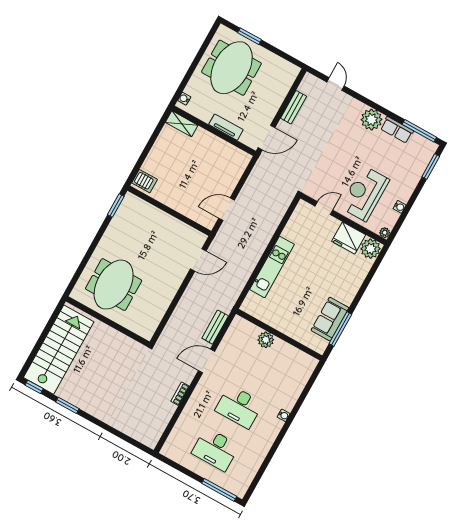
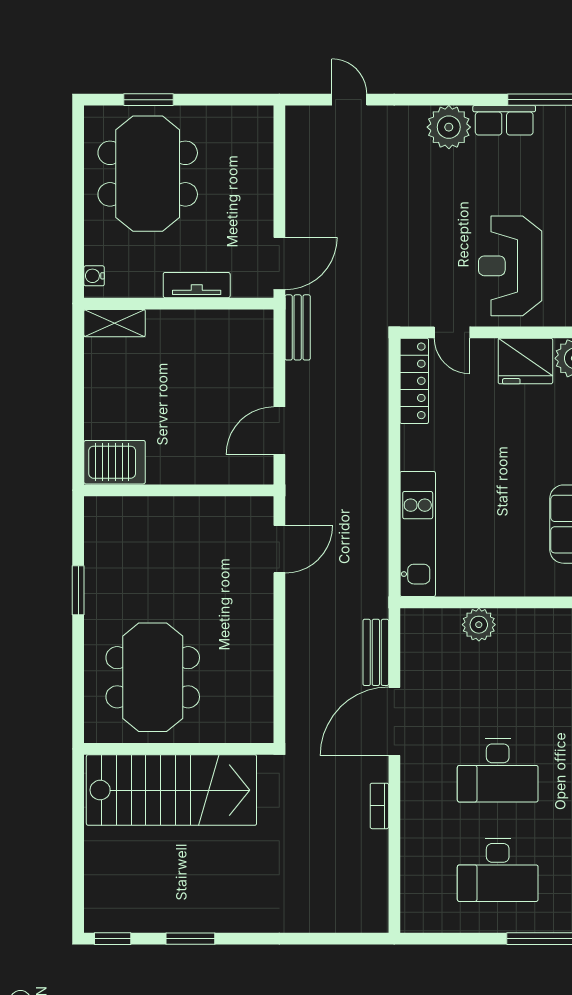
bench: (294, 107) -> (298, 327), moved
server rack: (145, 181) -> (115, 462), width x1.36, depth x1.44
window: (116, 206) -> (78, 590), moved
door: (324, 208) -> (452, 332), swing flipped
locker: (296, 220) -> (414, 381), added
kitchen unit: (272, 267) -> (418, 534), moved
stairs: (59, 350) -> (171, 790), moved, turned 90
door: (207, 361) -> (394, 721), width x1.36

